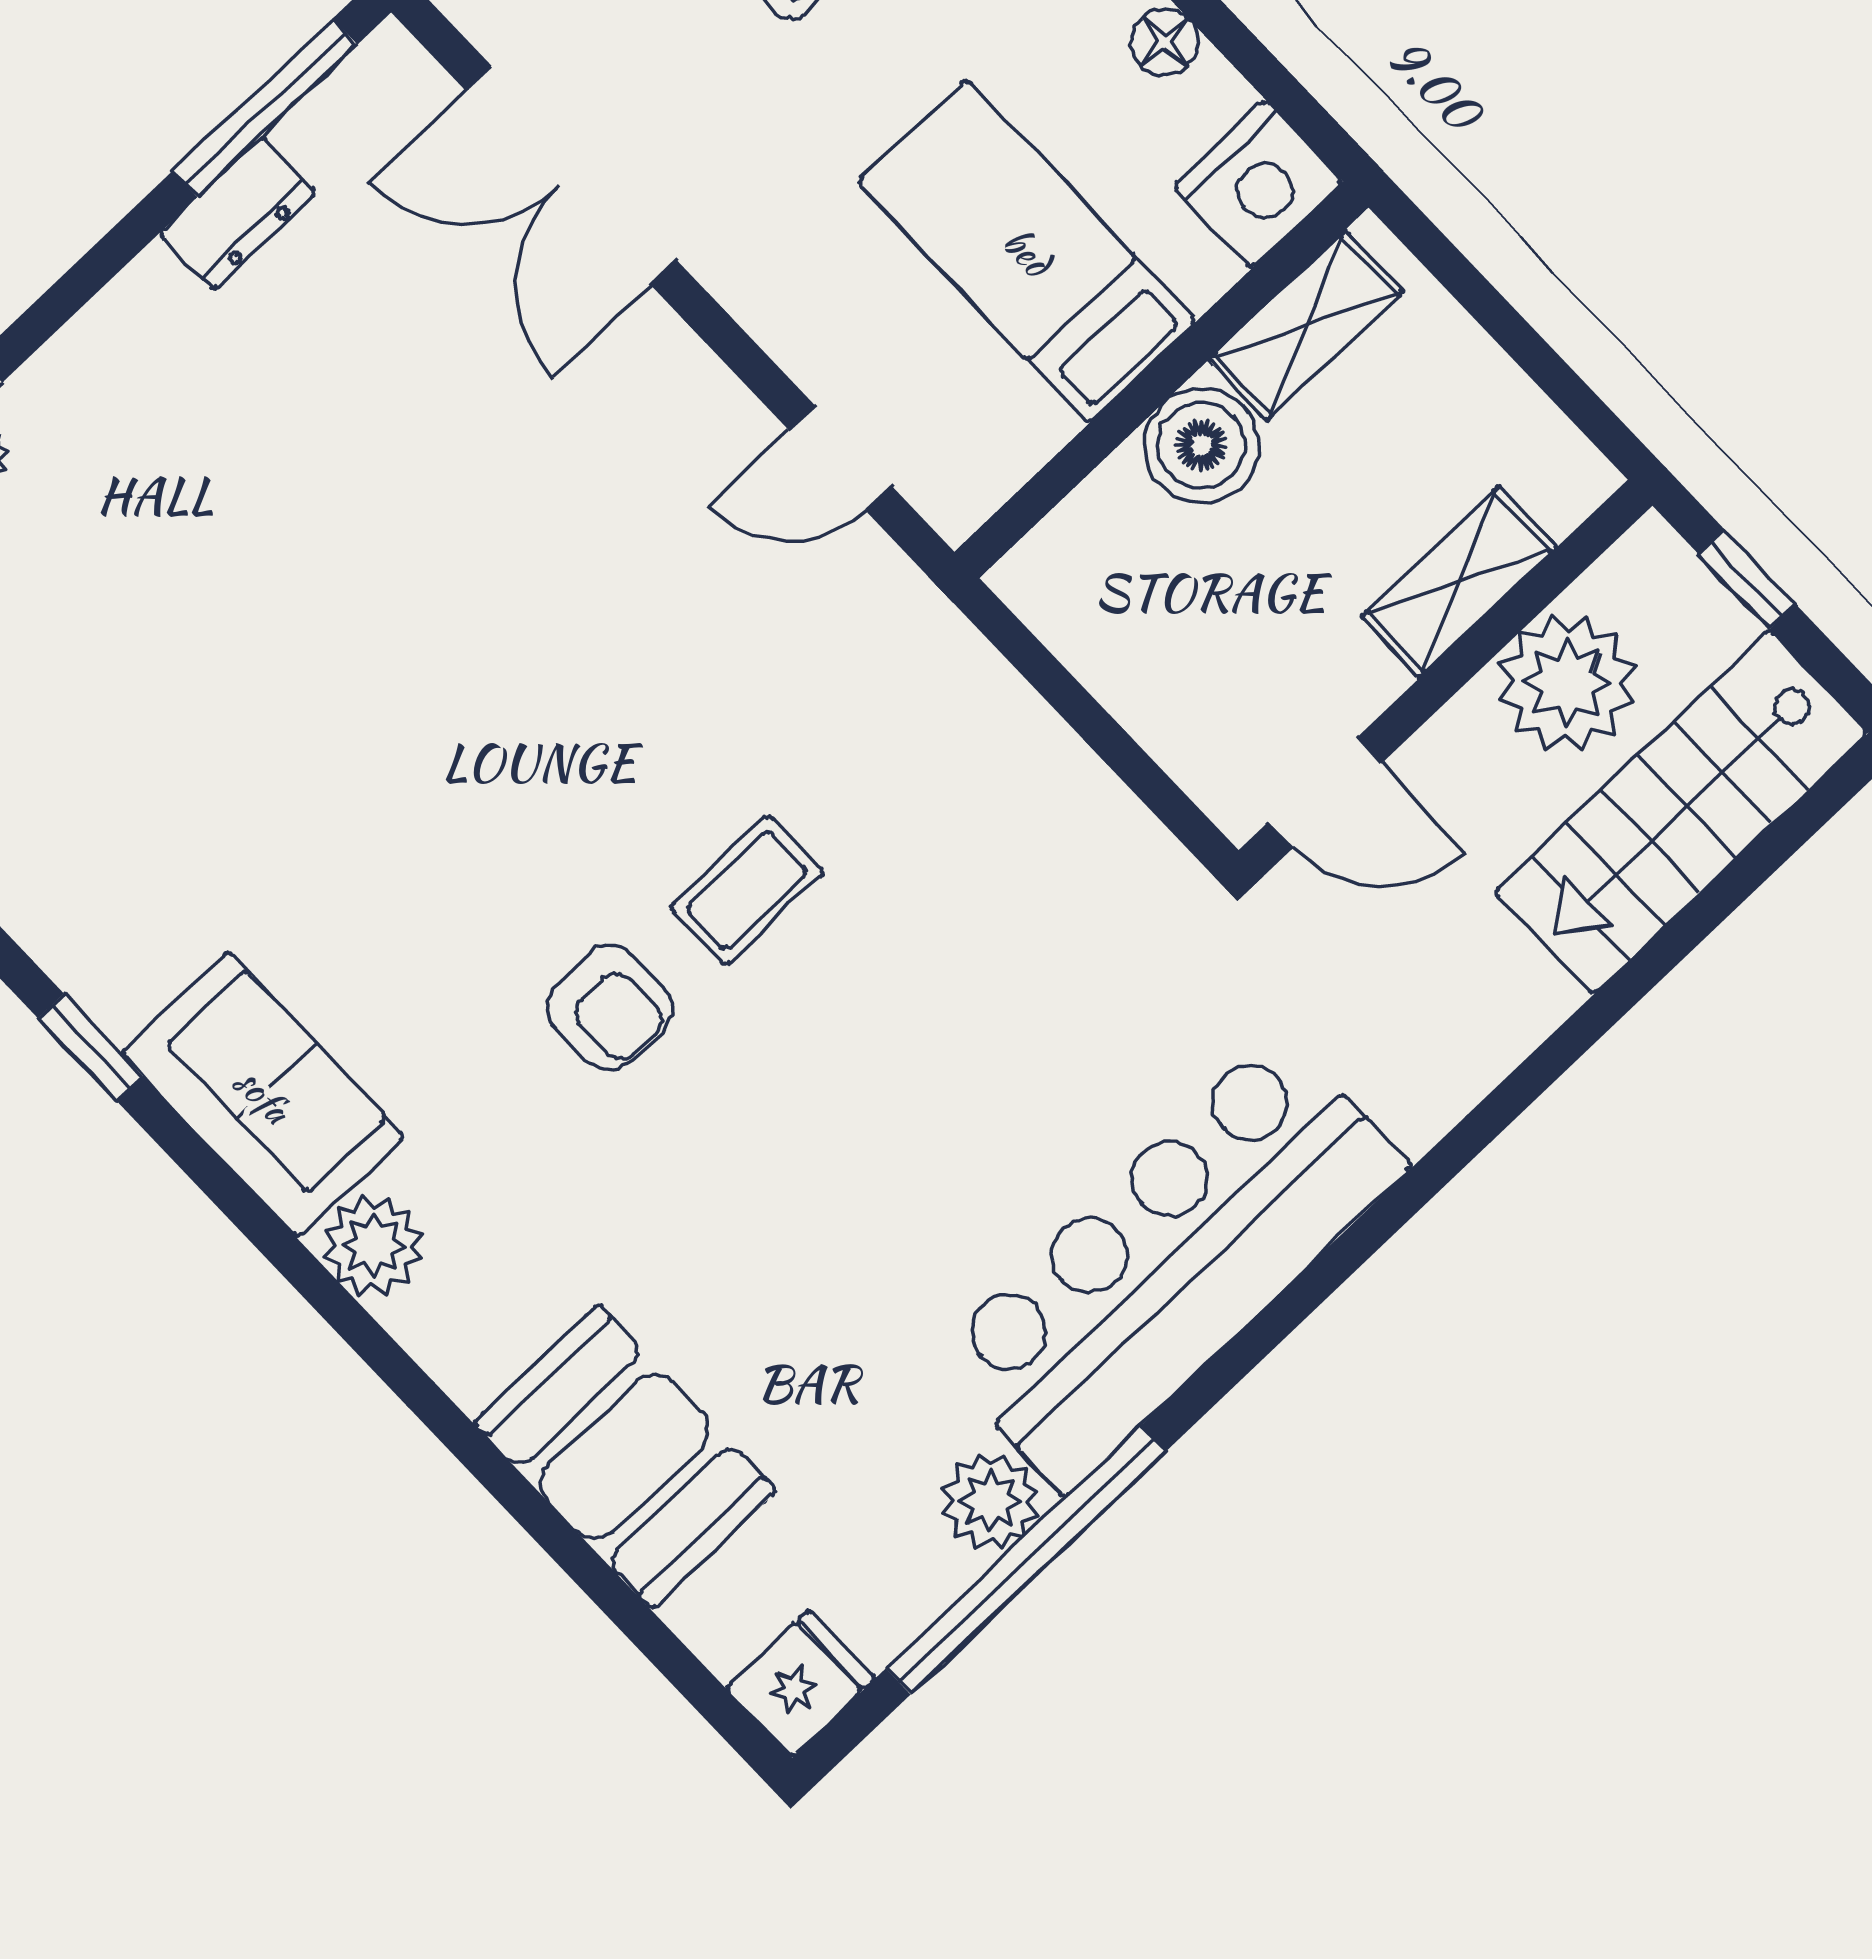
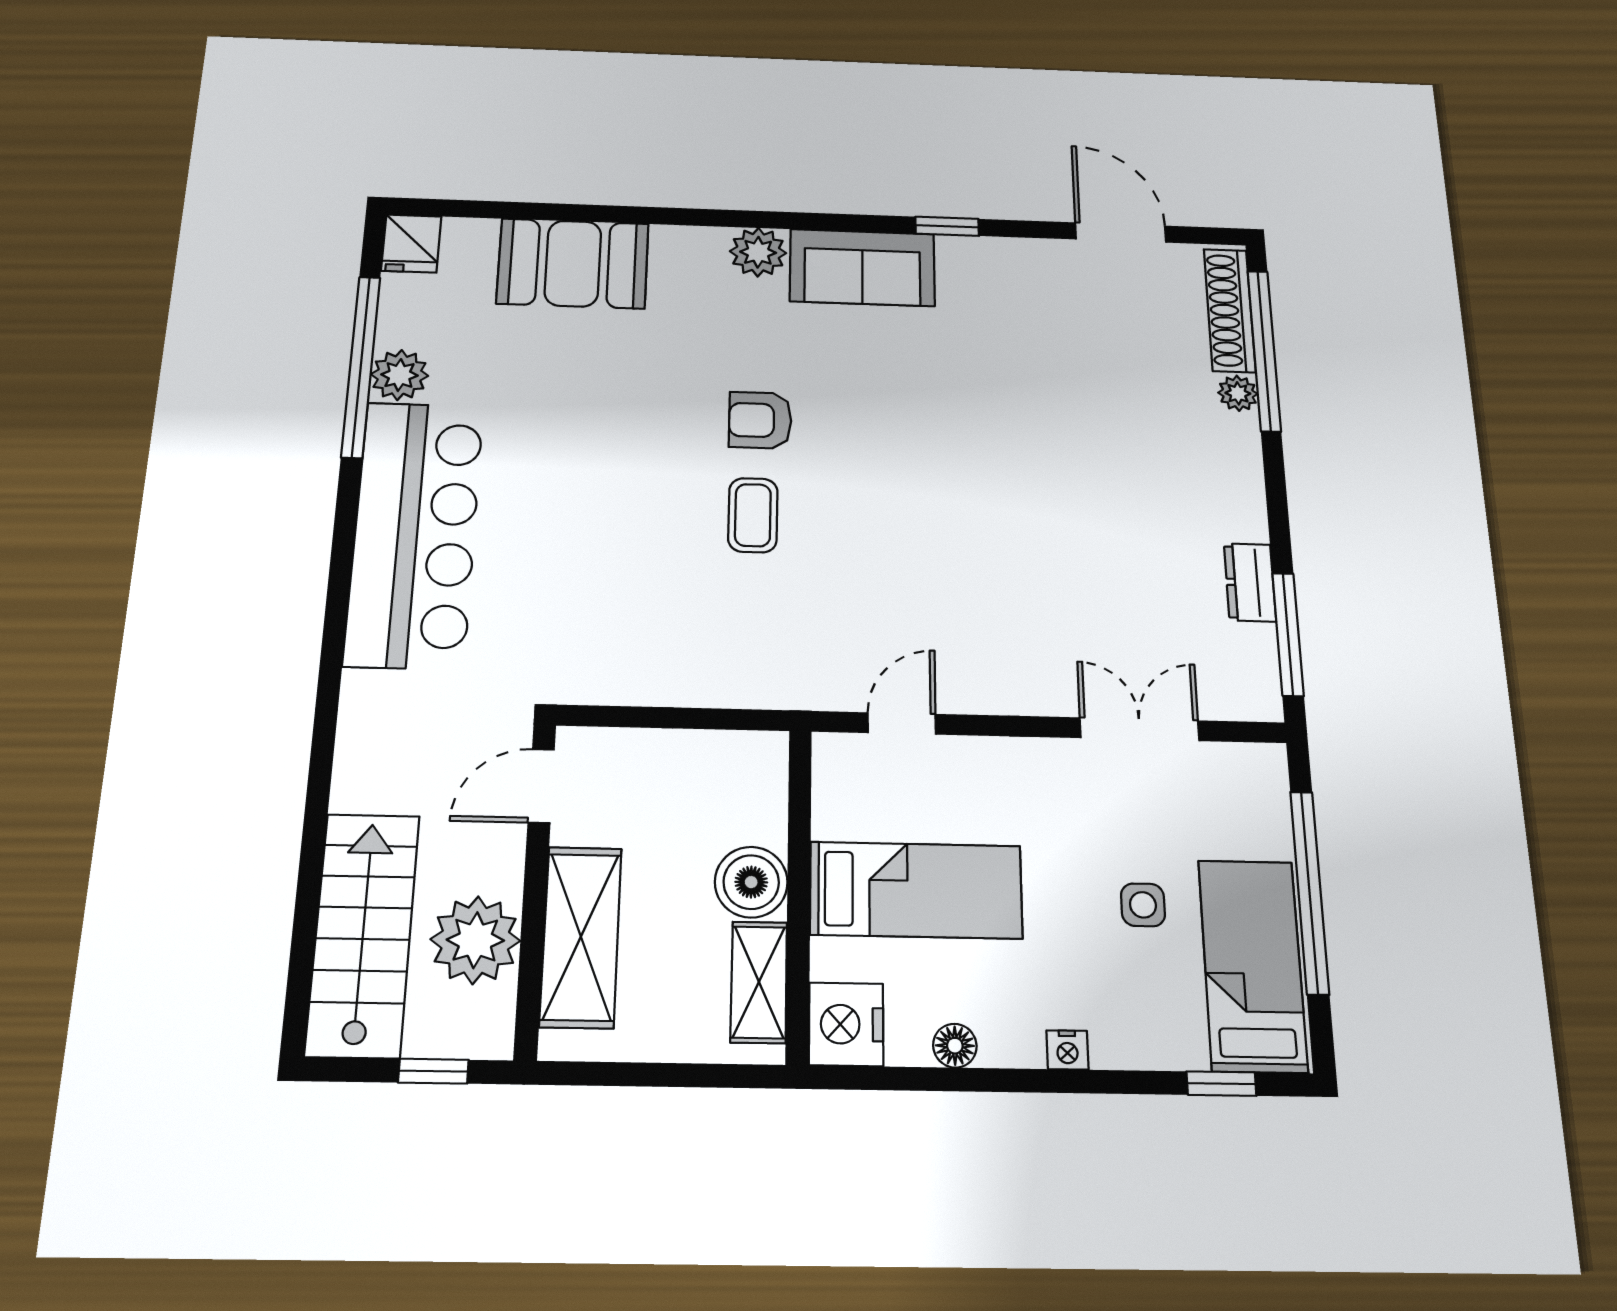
double door: (571, 175) -> (1139, 729), width x0.73
shelving: (1459, 582) -> (581, 937), width x1.50, depth x1.33

